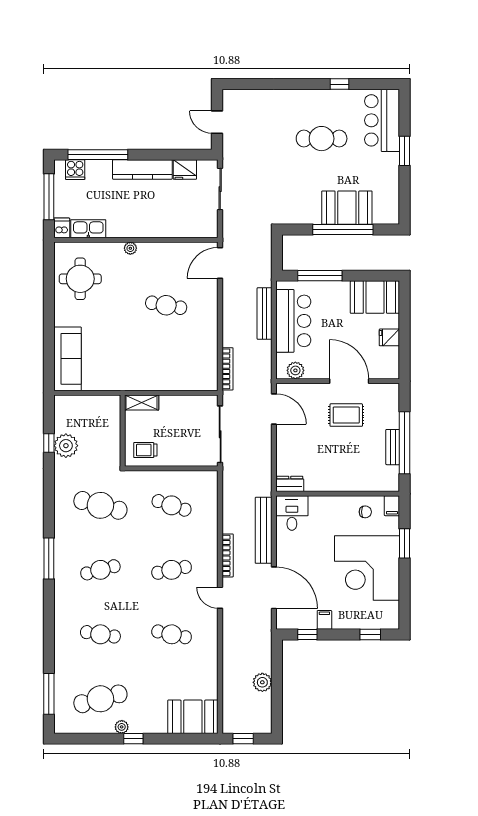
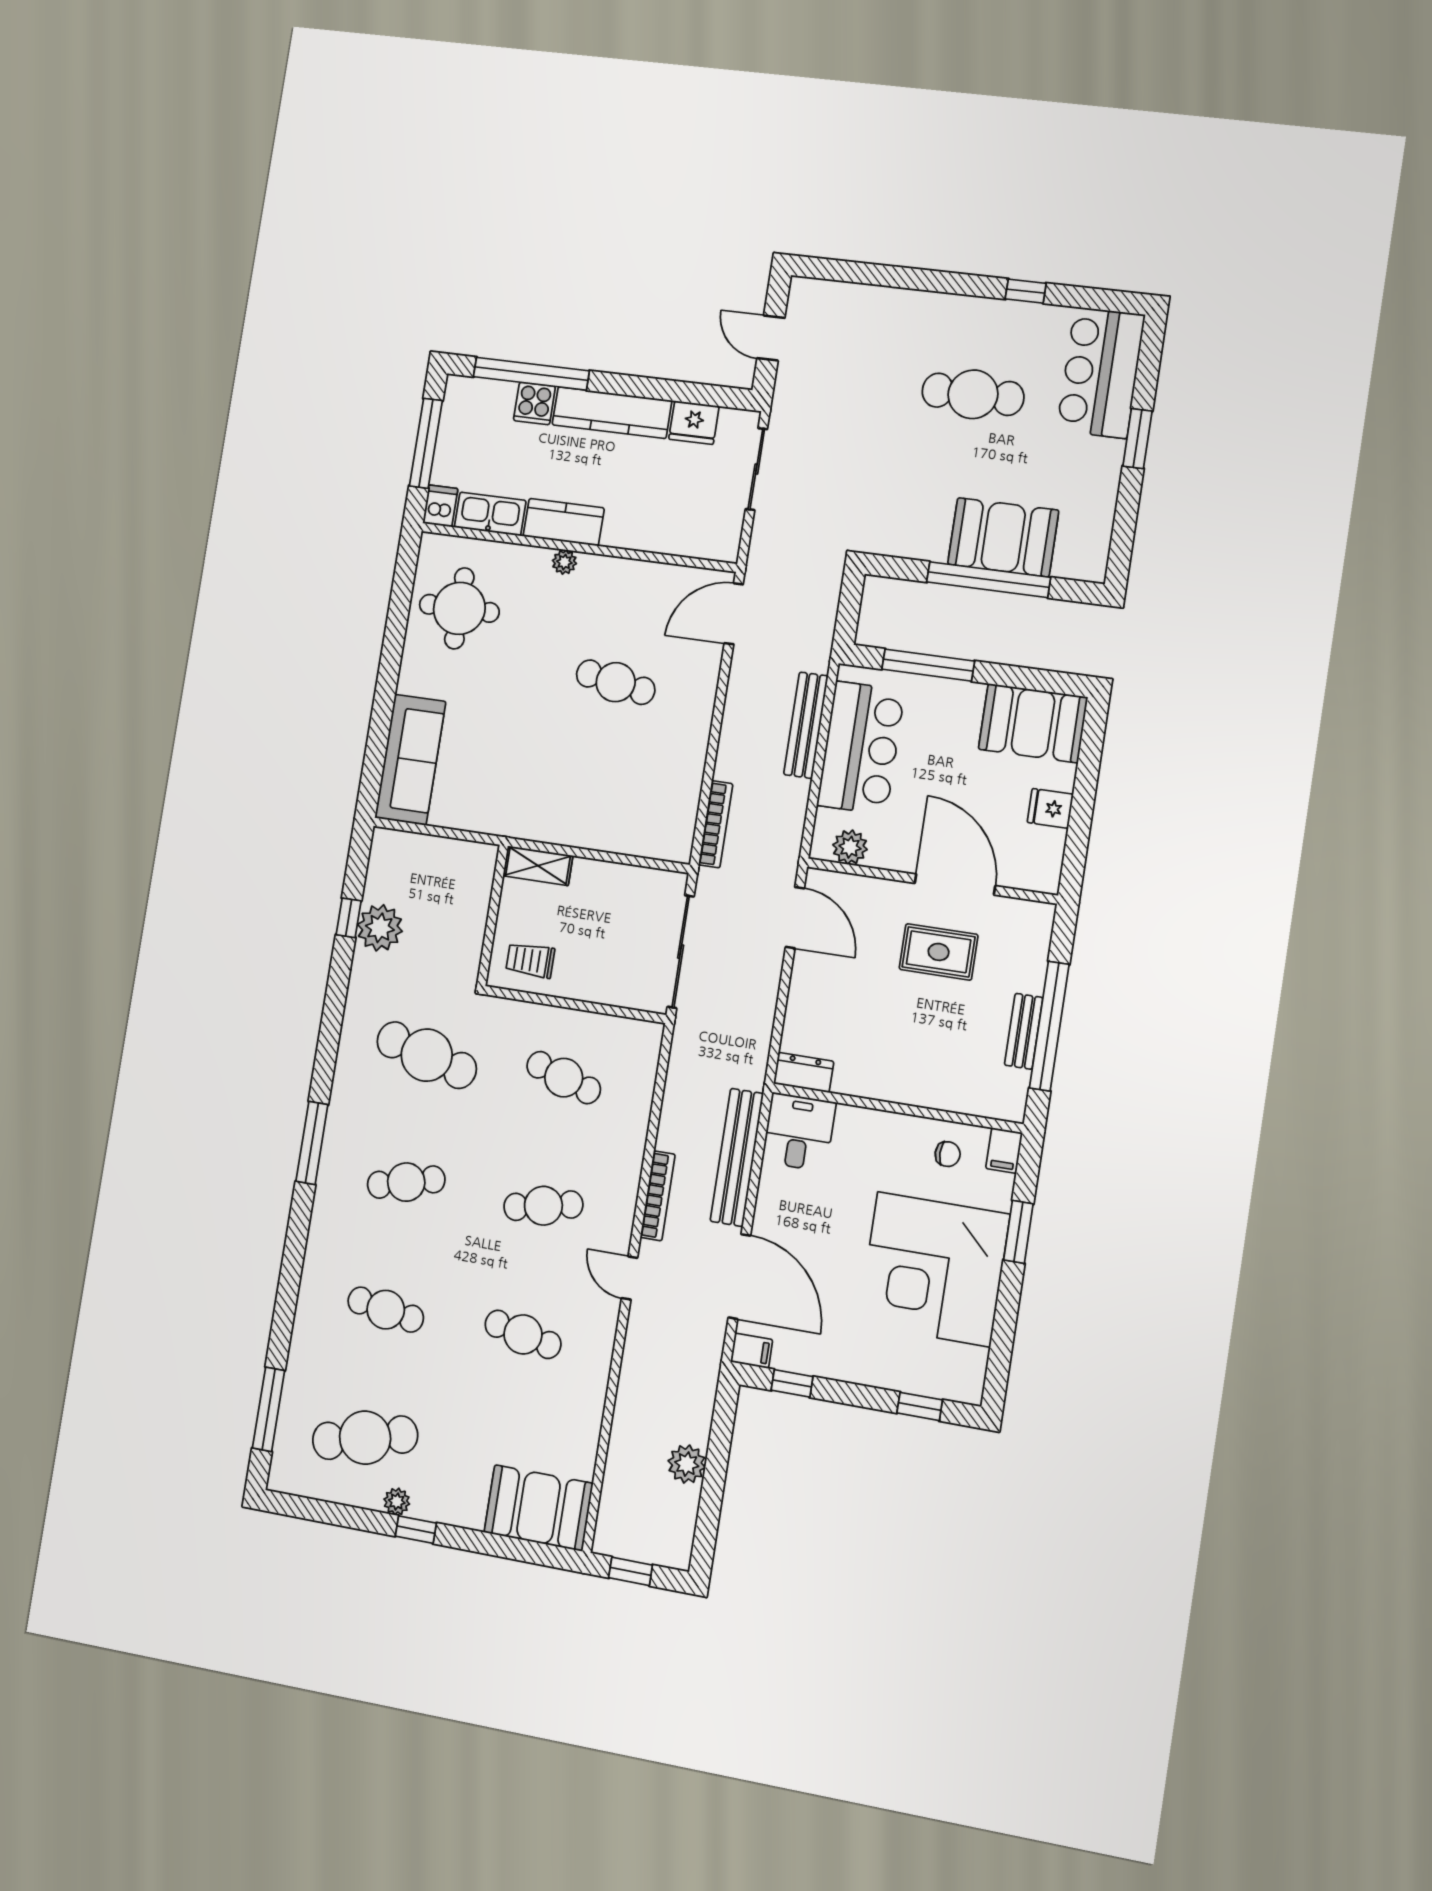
cooker: (75, 170) -> (534, 403), moved
kitchen counter: (127, 228) -> (564, 522), added
filing cabinet: (324, 620) -> (752, 1351), moved, turned 90

